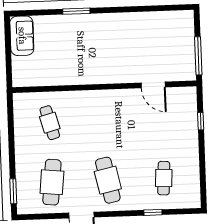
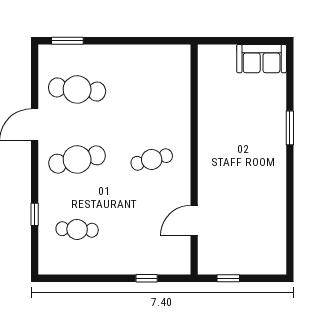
window: (198, 56) -> (228, 278), width x0.46
cafe table: (50, 123) -> (152, 159), moved

